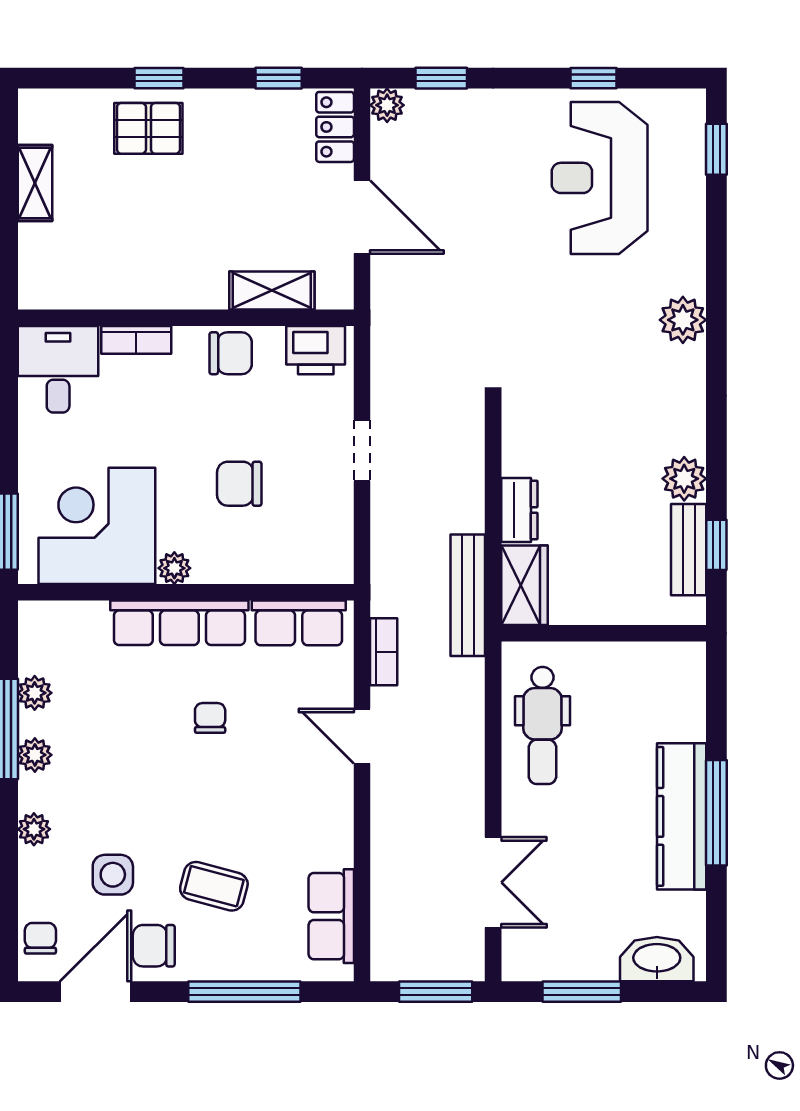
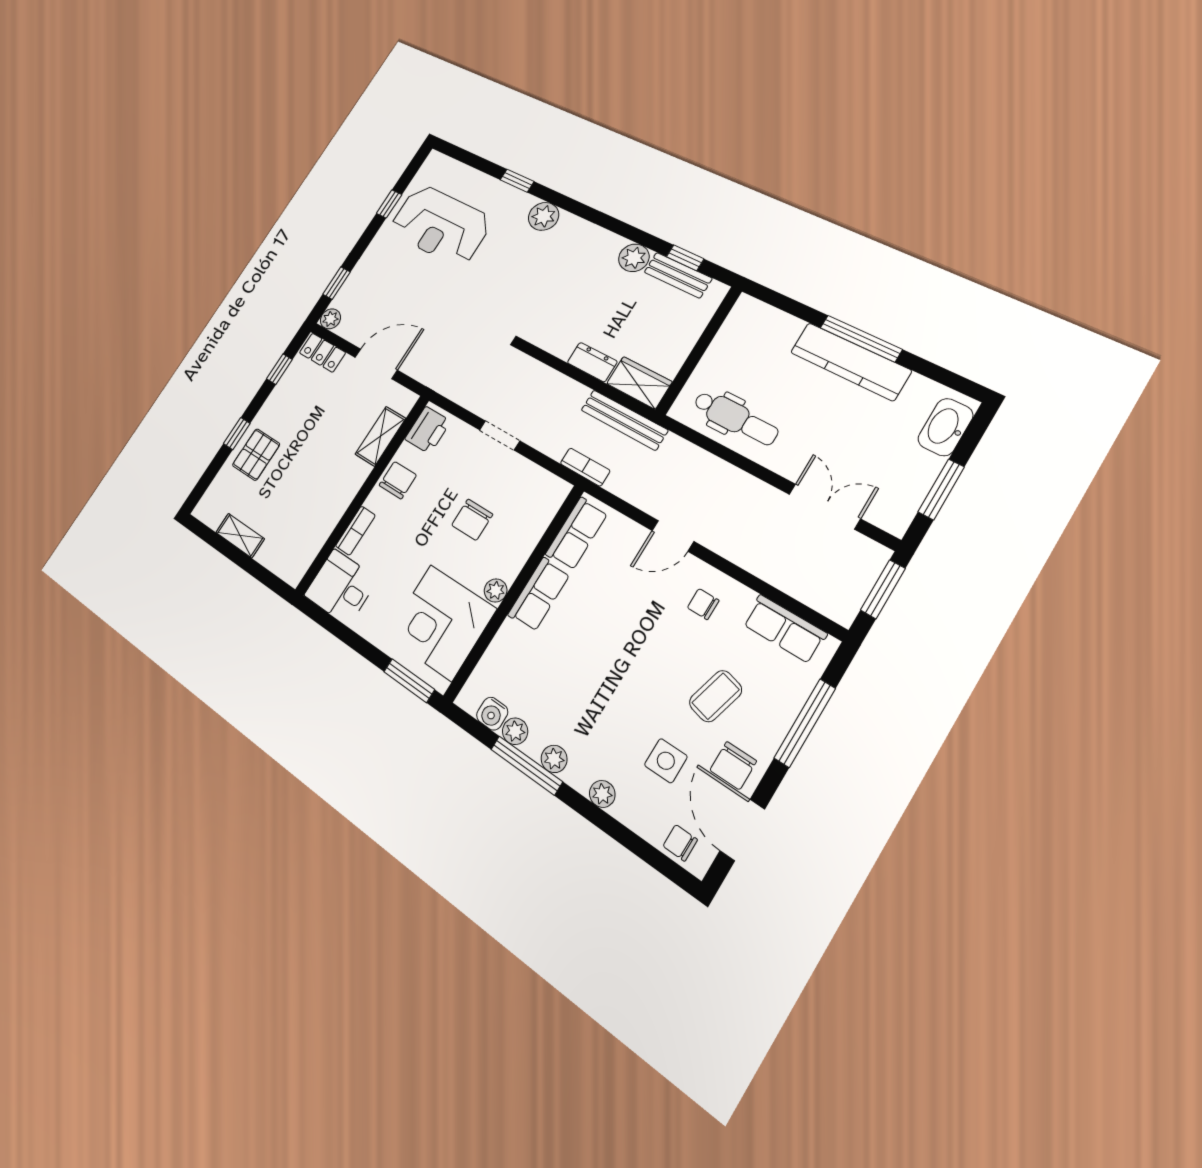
window: (716, 149) -> (517, 181), moved
row of seats: (179, 623) -> (539, 594), width x0.68
bookcase: (384, 652) -> (585, 467), moved
water cooler: (36, 654) -> (492, 714), added
chair: (210, 718) -> (703, 604), moved

